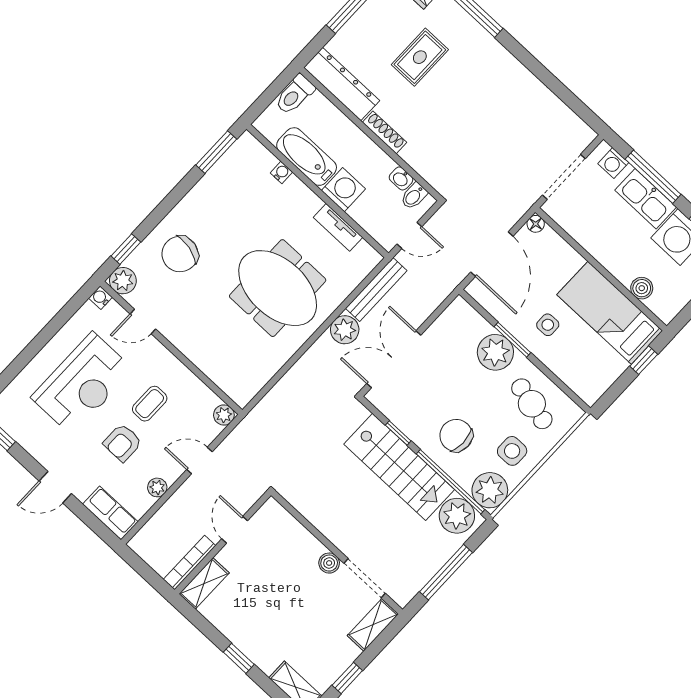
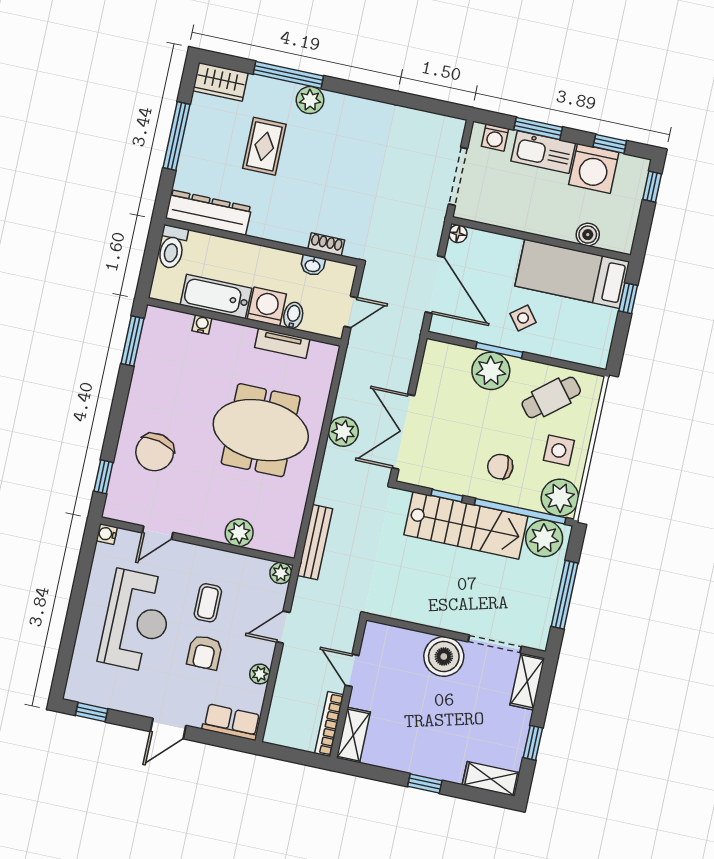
plant: (480, 42) -> (310, 100), added
shoe rack: (384, 132) -> (326, 244), moved, width x0.70
window: (653, 177) -> (538, 128), width x0.69
bidet: (414, 196) -> (293, 315), moved, turned 180
plant: (123, 281) -> (239, 533), moved
bench: (376, 289) -> (315, 542), moved
side table: (548, 325) -> (523, 318), turned -38
cafe table: (532, 404) -> (551, 397), turned -52
chair: (456, 435) -> (500, 467), width x0.73, depth x0.73
boiler: (329, 563) -> (444, 657), width x1.86, depth x1.86

